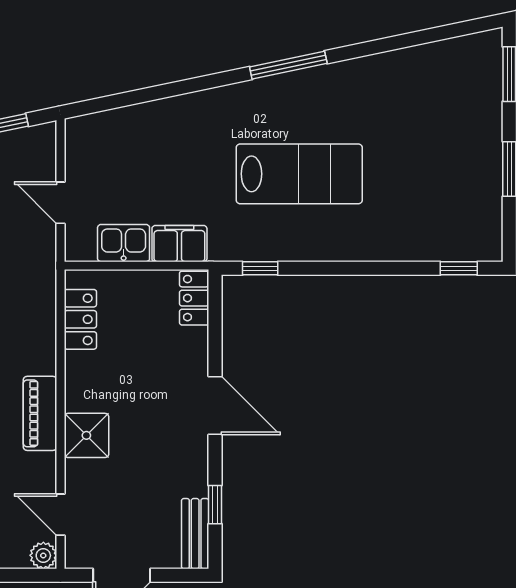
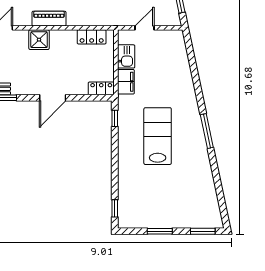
lab bench: (299, 174) -> (158, 136), turned 180

